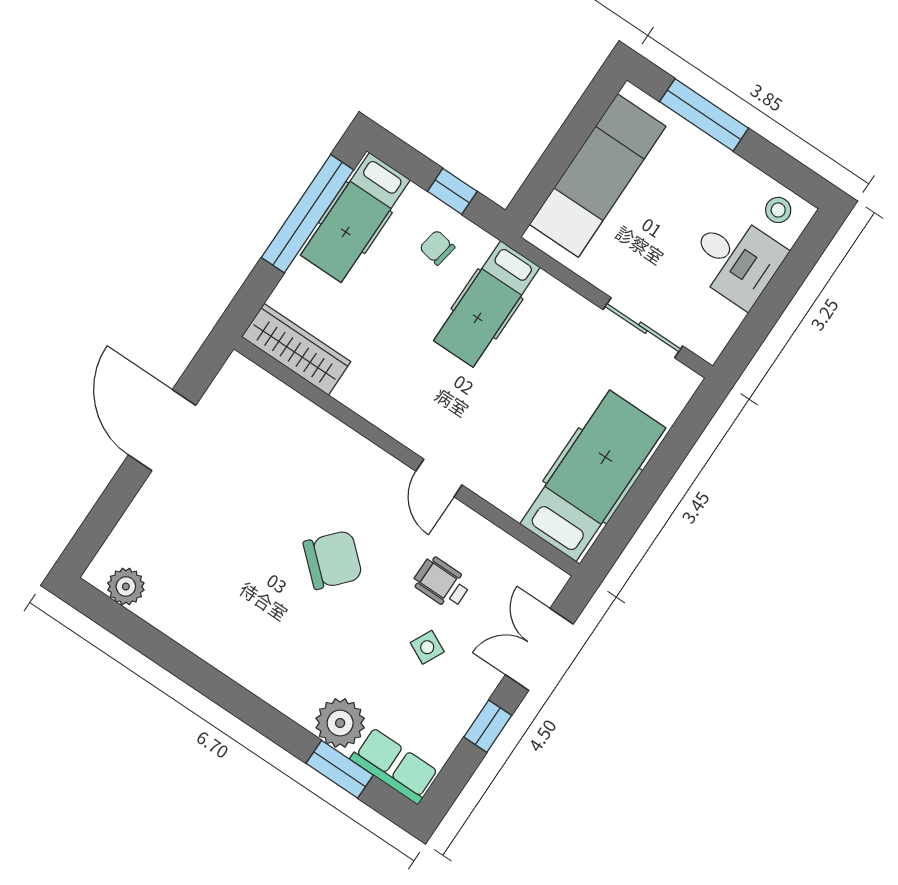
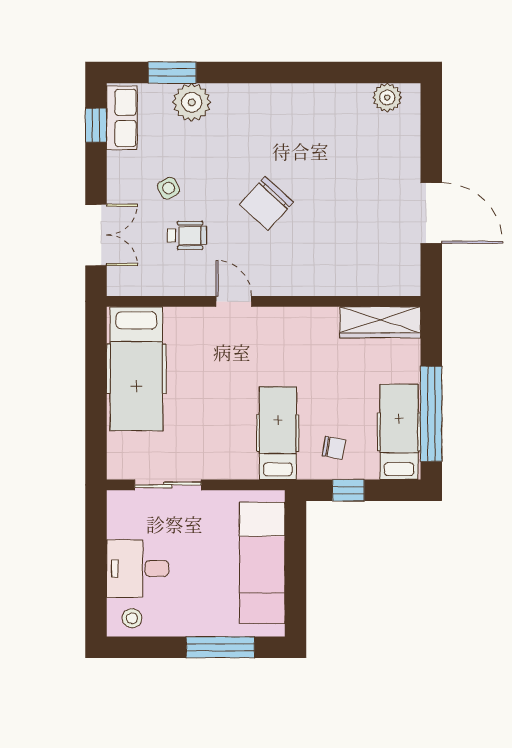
side table: (427, 647) -> (169, 188), turned 35
window: (488, 726) -> (96, 125), moved
row of seats: (395, 766) -> (122, 118), moved, turned -90

